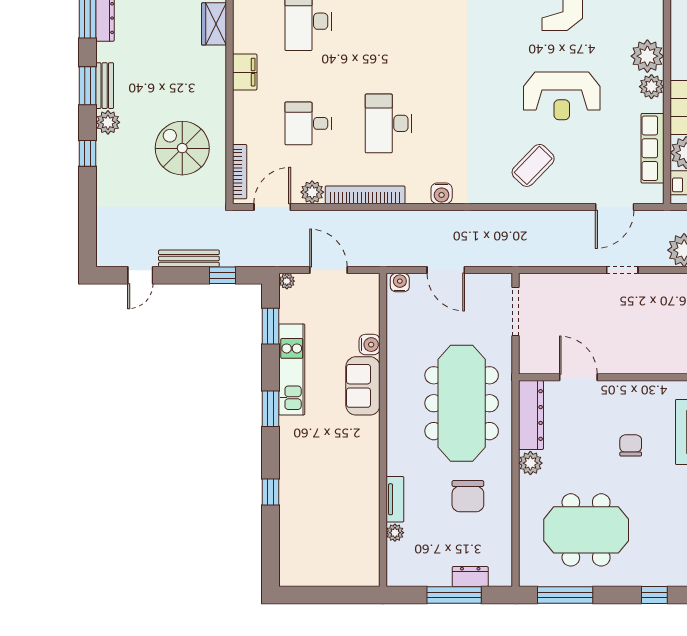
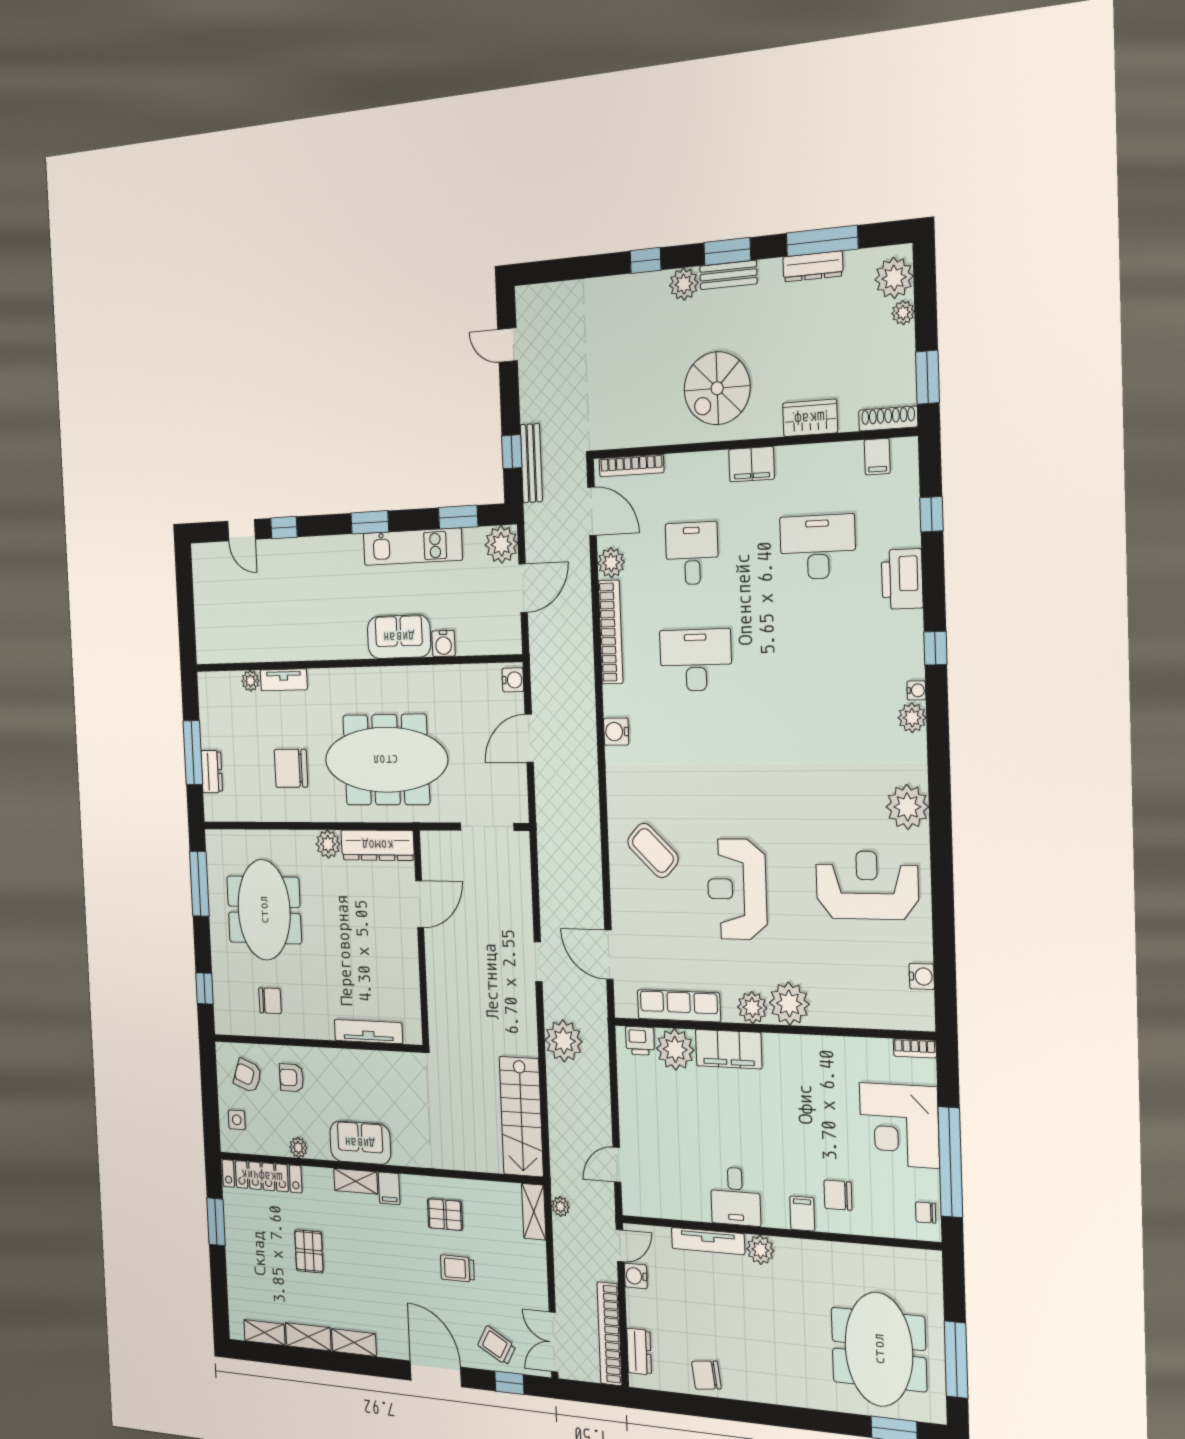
spiral stairs: (182, 148) -> (717, 388), moved, turned 180
bench: (189, 258) -> (531, 463), moved
plant: (287, 281) -> (501, 544), width x1.88, depth x1.88
chair: (631, 445) -> (270, 1001), moved
door: (270, 534) -> (242, 530), added

